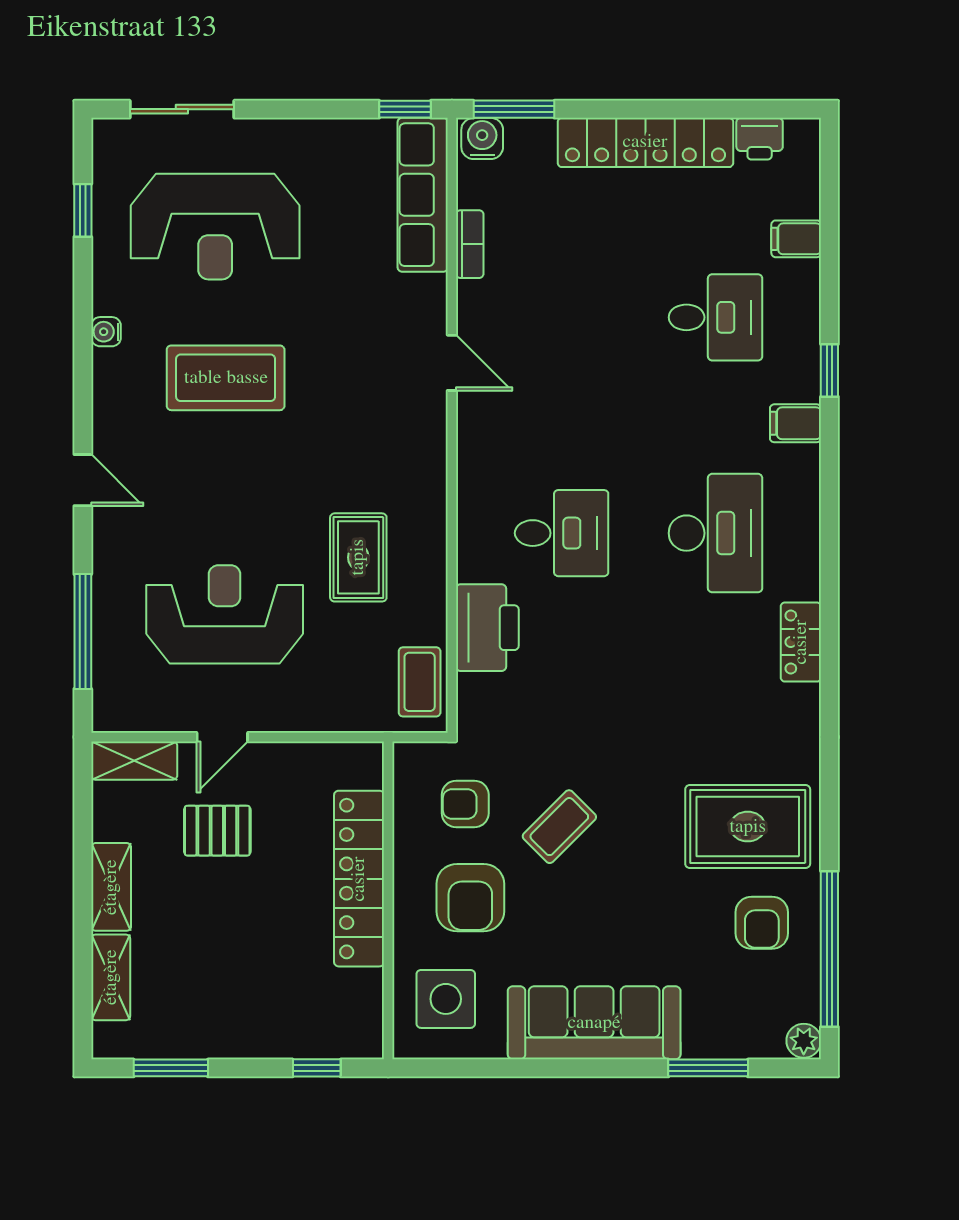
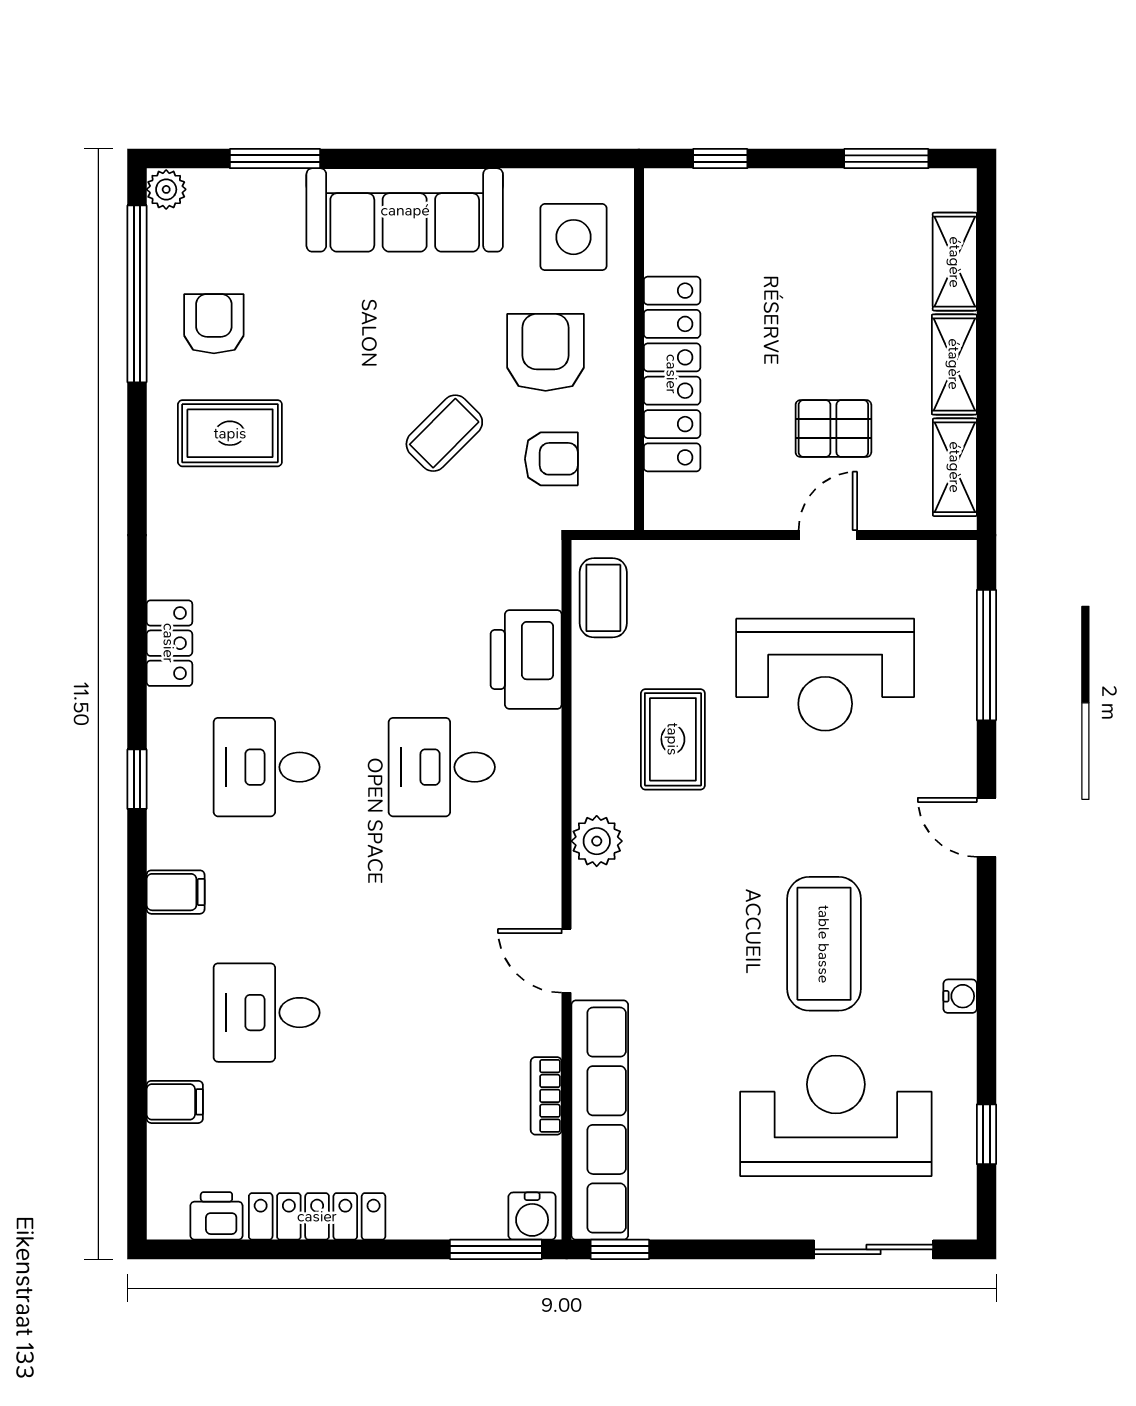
locker: (645, 142) -> (317, 1216), width x0.71, depth x0.83
row of seats: (423, 195) -> (600, 1120), width x1.36
window: (829, 370) -> (137, 779), moved
coffee table: (226, 378) -> (824, 944), turned 90
plant: (425, 468) -> (597, 841), added
desk: (715, 533) -> (267, 767), width x0.73
shelving: (134, 761) -> (955, 467), moved, turned 90
rug: (748, 827) -> (230, 433), width x0.73, depth x0.70

